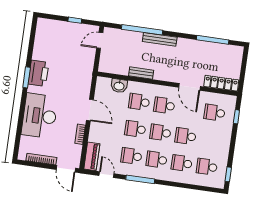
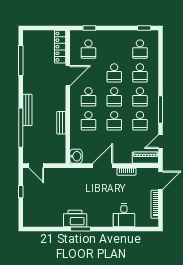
washbasin: (119, 86) -> (76, 156), moved
desk: (40, 116) -> (124, 215), width x0.53, depth x0.77

